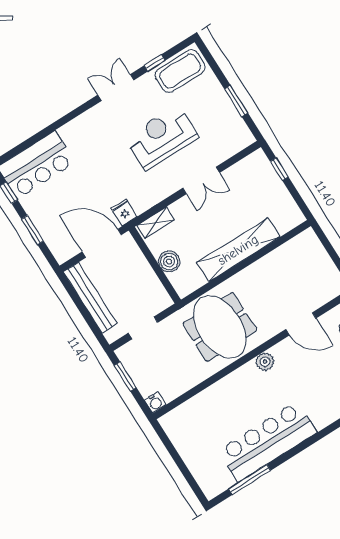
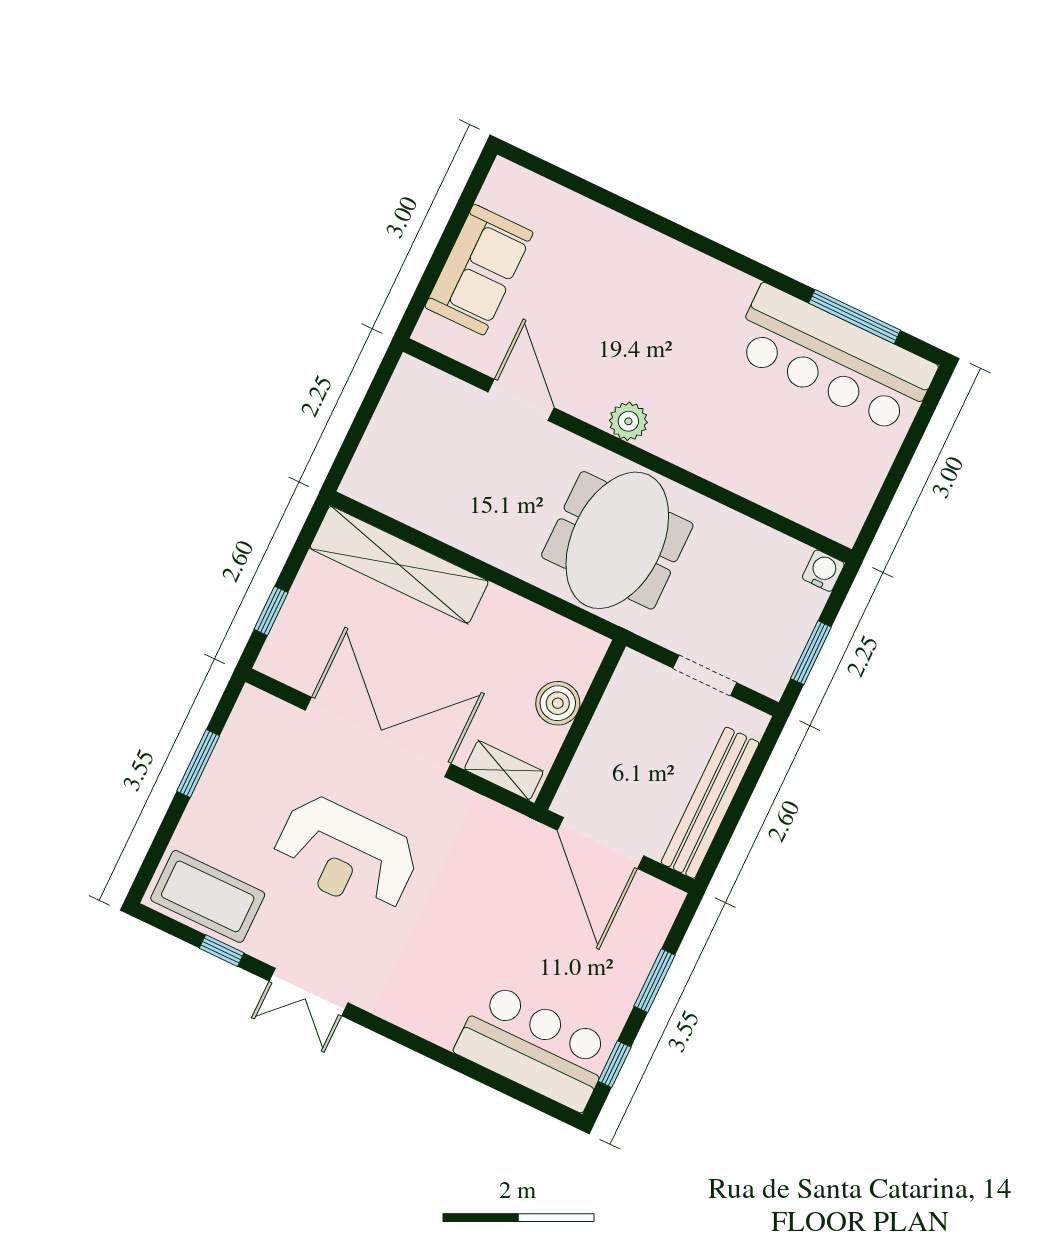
double door: (201, 180) -> (378, 737), width x1.87
fridge: (124, 212) -> (521, 838), removed
shelving: (238, 250) -> (399, 565), moved
bar counter: (268, 441) -> (834, 359), moved

